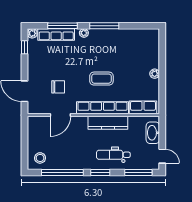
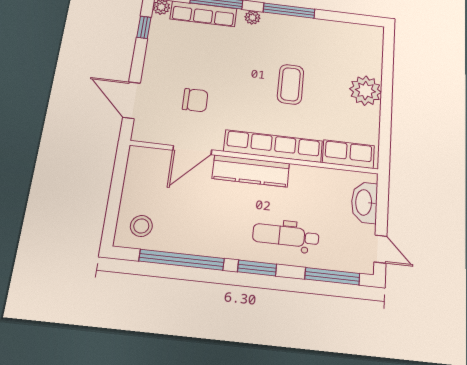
plant: (155, 74) -> (365, 91), width x1.87, depth x1.87
coffee table: (101, 79) -> (291, 84), moved, turned 90
kitchen counter: (108, 123) -> (251, 171), moved

